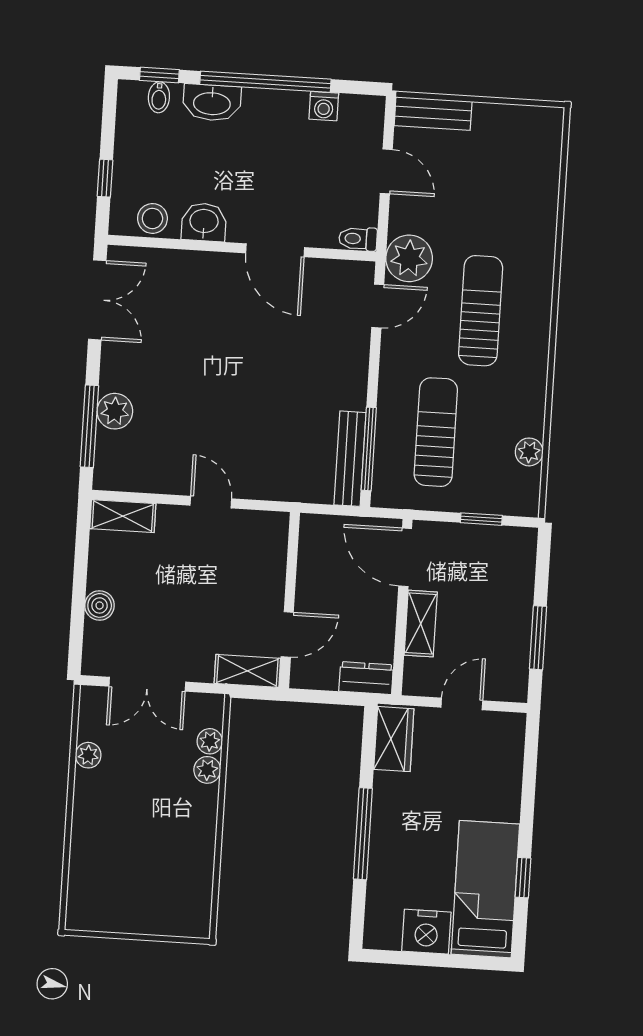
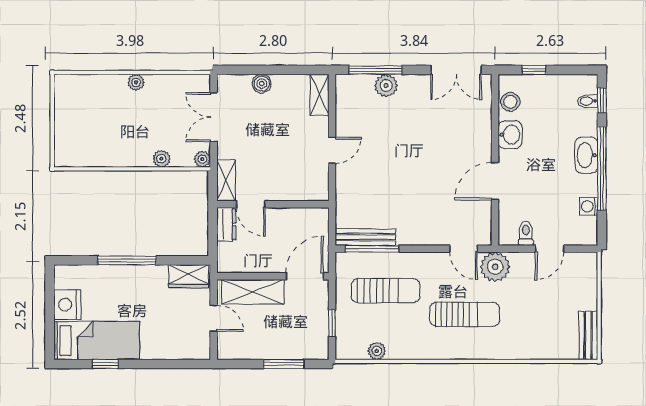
washbasin: (212, 103) -> (586, 155), moved
bench: (433, 114) -> (588, 335), moved
toilet: (358, 239) -> (526, 233), moved
shelving: (421, 624) -> (253, 292), width x1.50, depth x1.33
window: (538, 638) -> (284, 364), moved
dresser: (366, 678) -> (226, 224), moved
plant: (210, 741) -> (202, 159), moved
plant: (88, 755) -> (136, 82), moved

